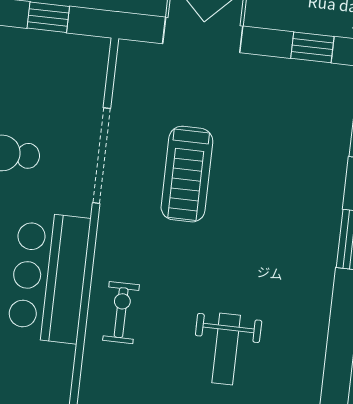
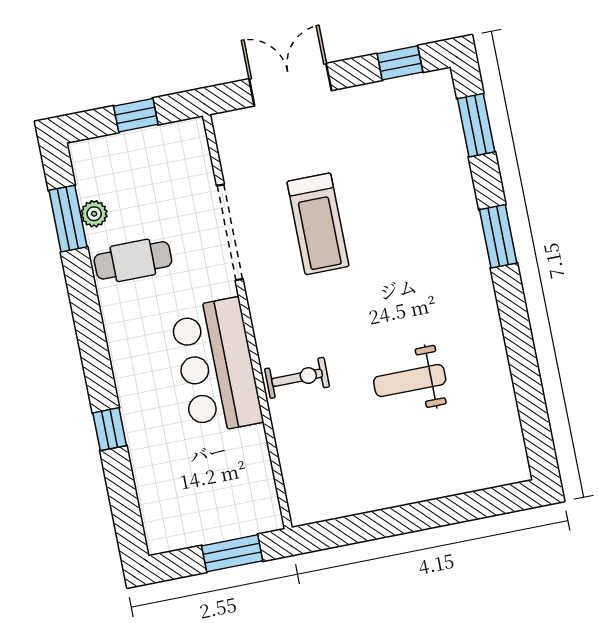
exercise bike: (121, 313) -> (297, 378), turned 90
weight bench: (226, 349) -> (410, 381), turned 90

